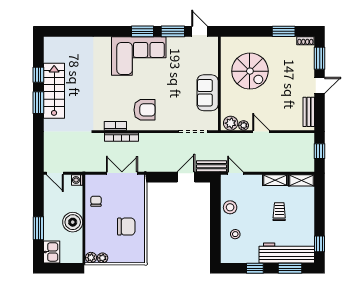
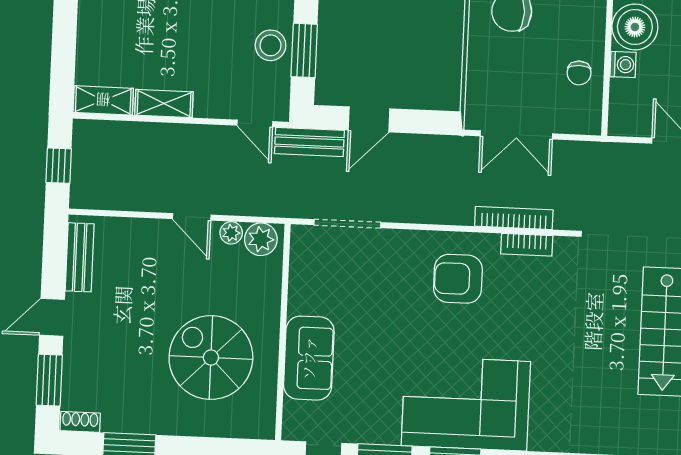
sofa: (208, 93) -> (309, 358), moved
washing machine: (77, 180) -> (623, 65), moved
window: (215, 206) -> (304, 50), added
trolley: (279, 212) -> (158, 30), removed

